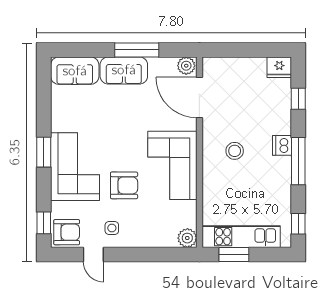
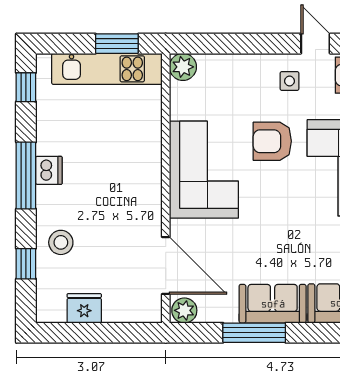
fridge: (279, 67) -> (84, 308), moved
dishwasher: (282, 145) -> (49, 170), moved
stool: (235, 151) -> (61, 242), moved

